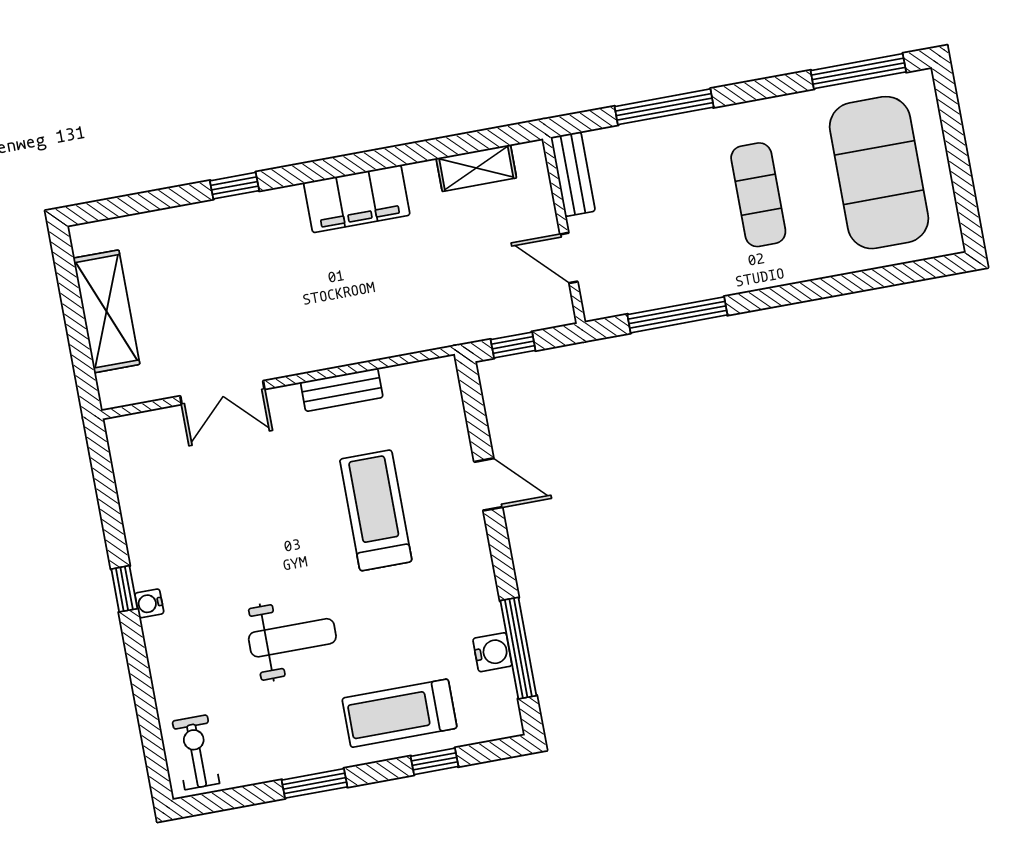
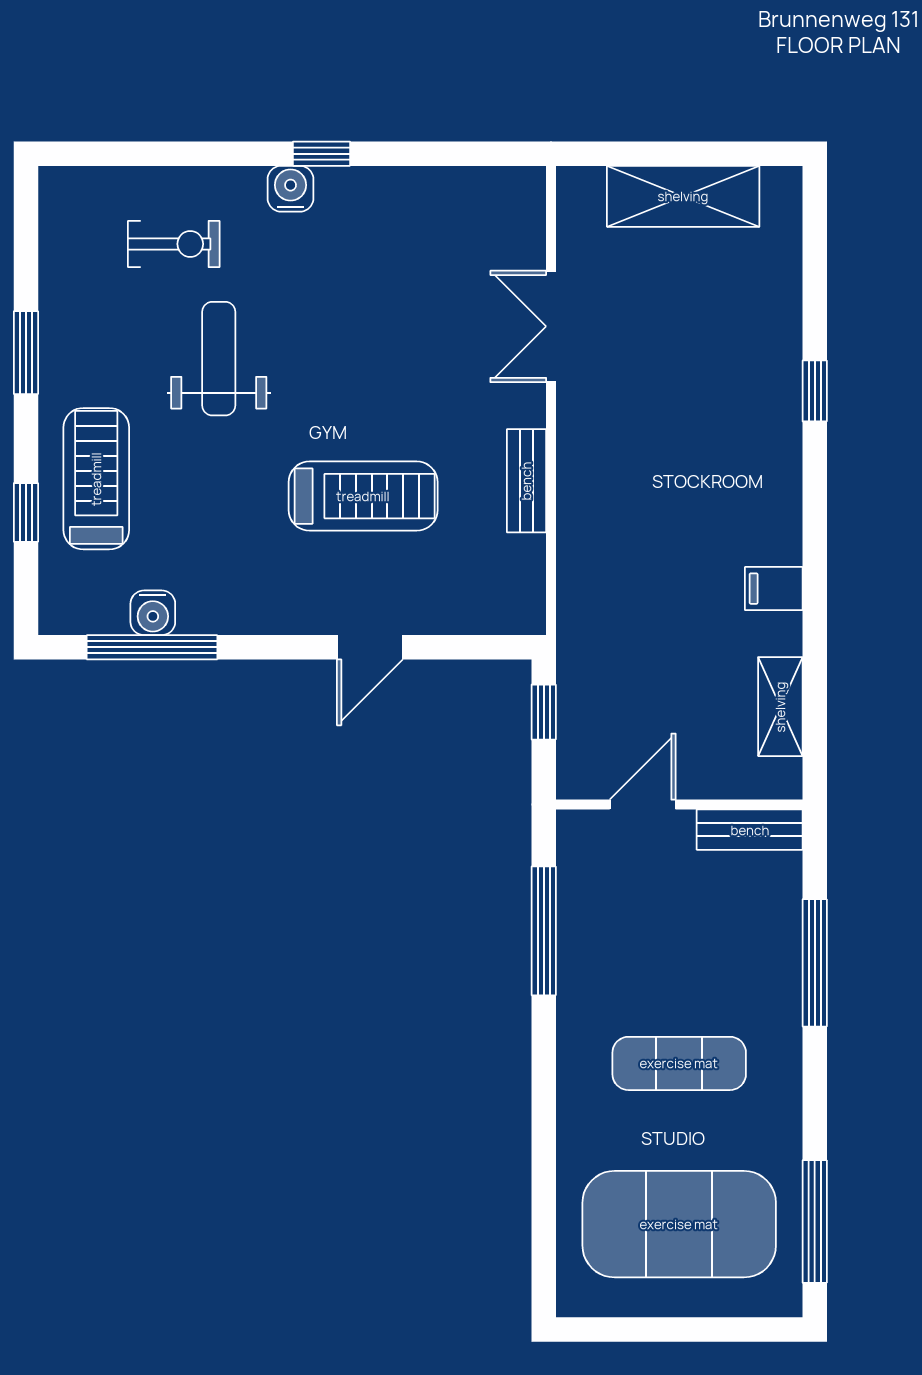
filing cabinet: (357, 199) -> (774, 589), width x0.33, depth x0.86
water cooler: (149, 603) -> (291, 189), width x1.38, depth x1.38
weight bench: (292, 638) -> (219, 359), turned 180
exercise bike: (196, 752) -> (174, 244), moved

